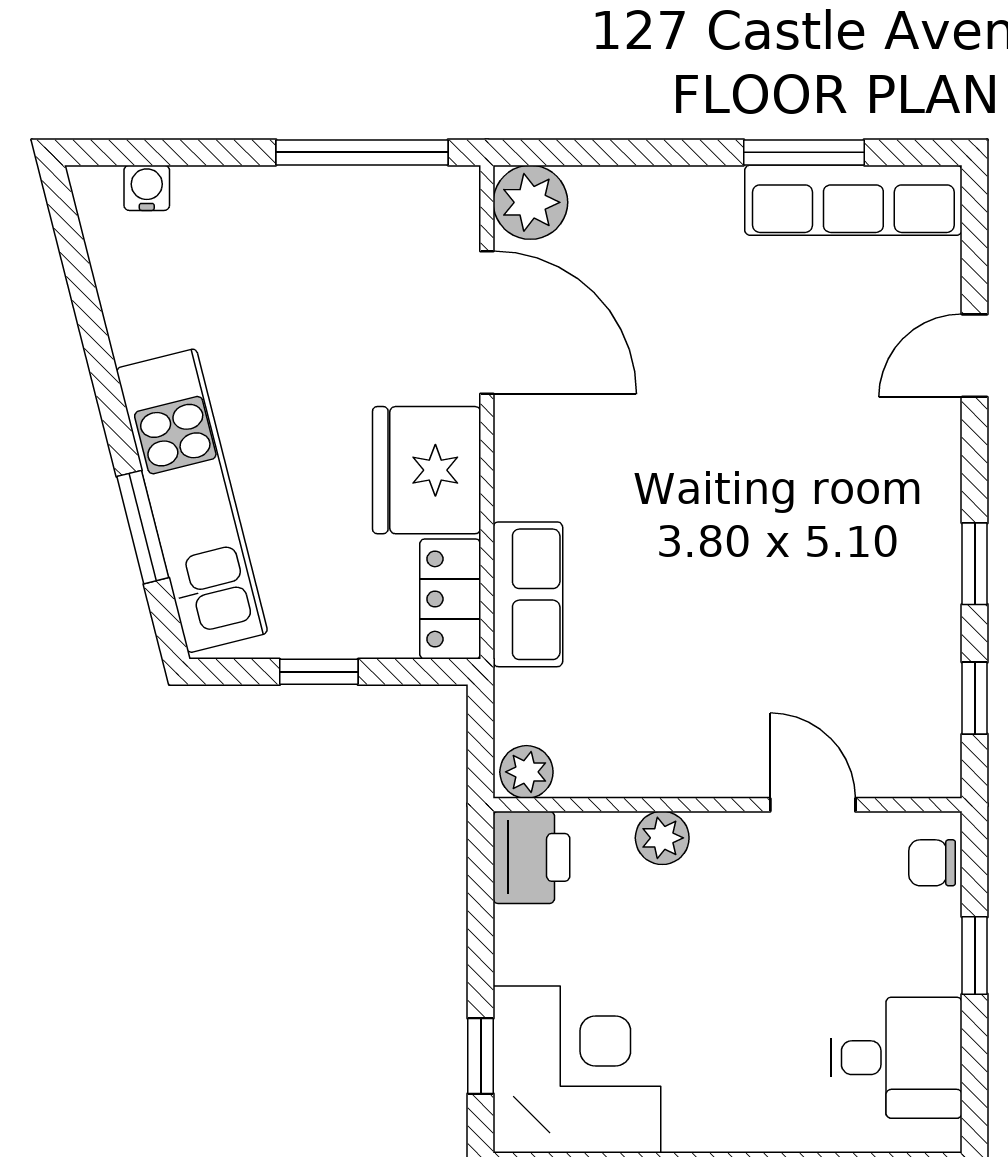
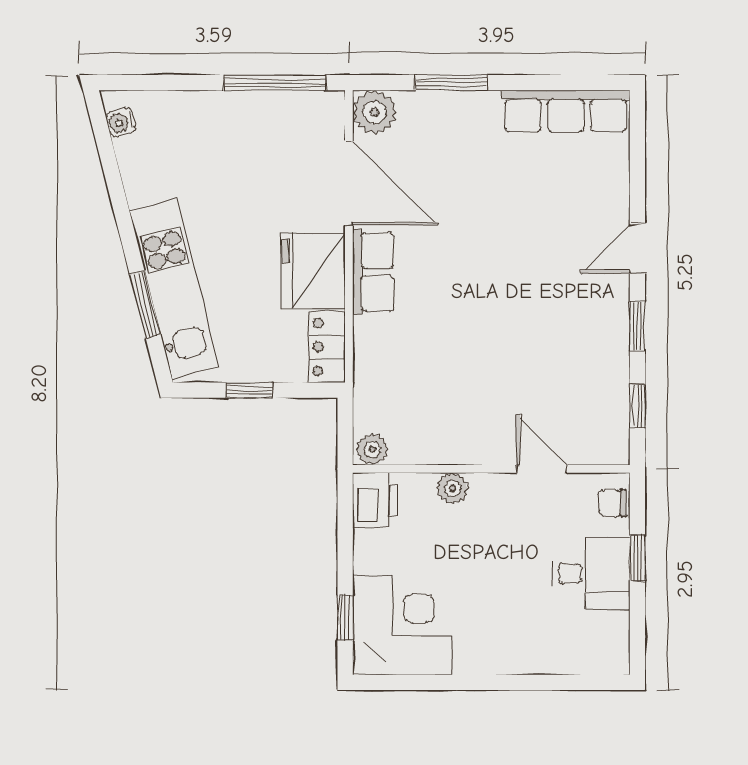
window: (804, 152) -> (451, 83), moved
water cooler: (147, 188) -> (121, 122), moved, turned -104
door: (975, 356) -> (637, 249), moved
row of seats: (528, 594) -> (373, 272), moved
desk: (896, 1058) -> (591, 574), moved

